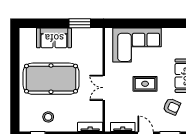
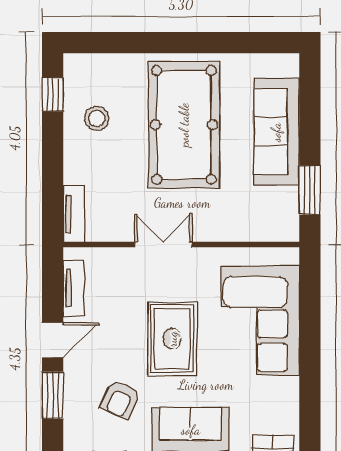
sofa: (54, 38) -> (276, 132), width x1.36
rug: (145, 84) -> (172, 339), width x1.36, depth x1.43

